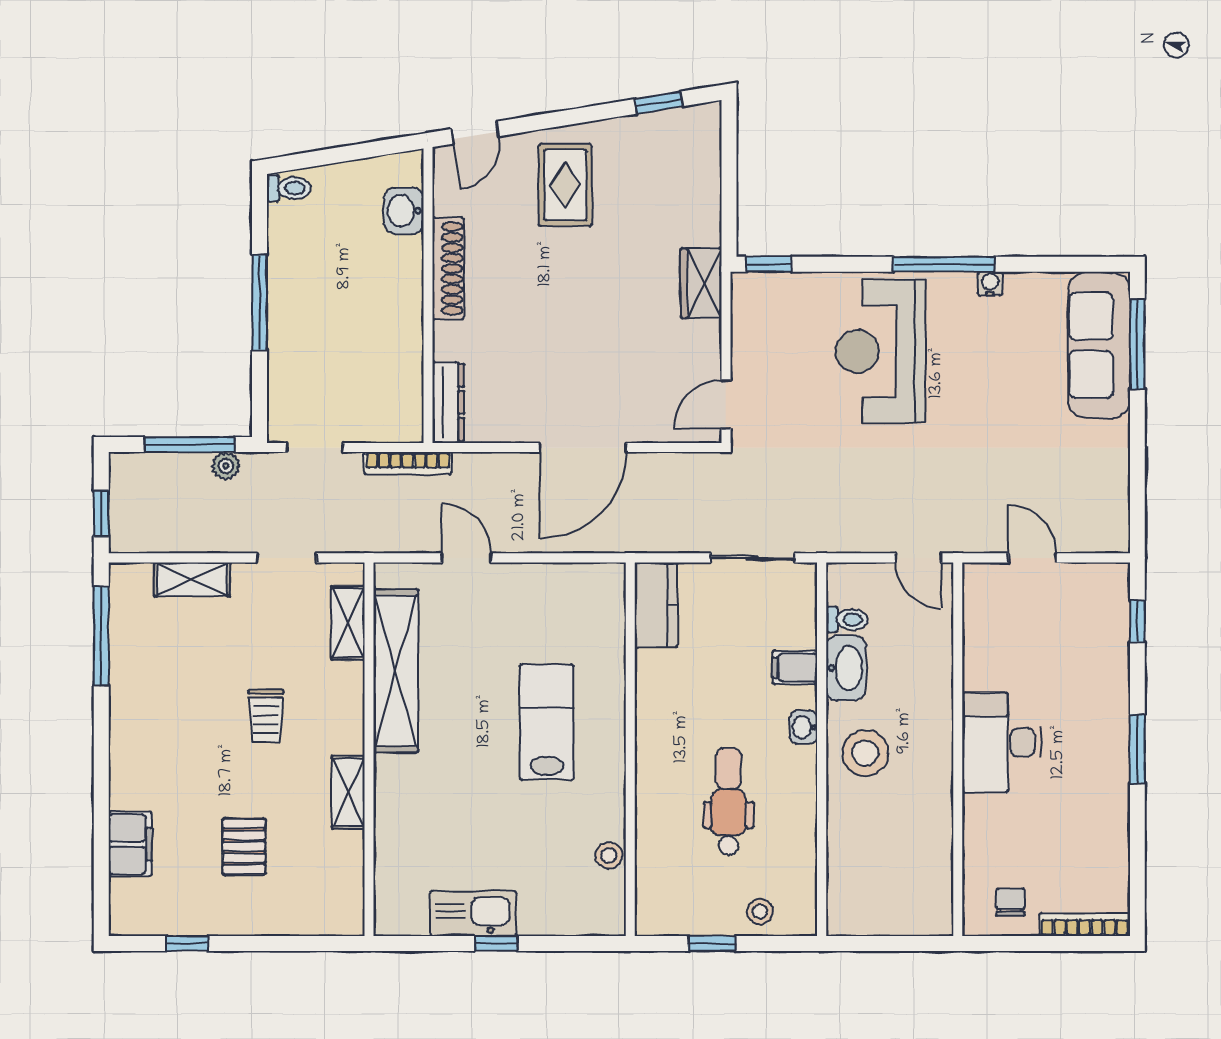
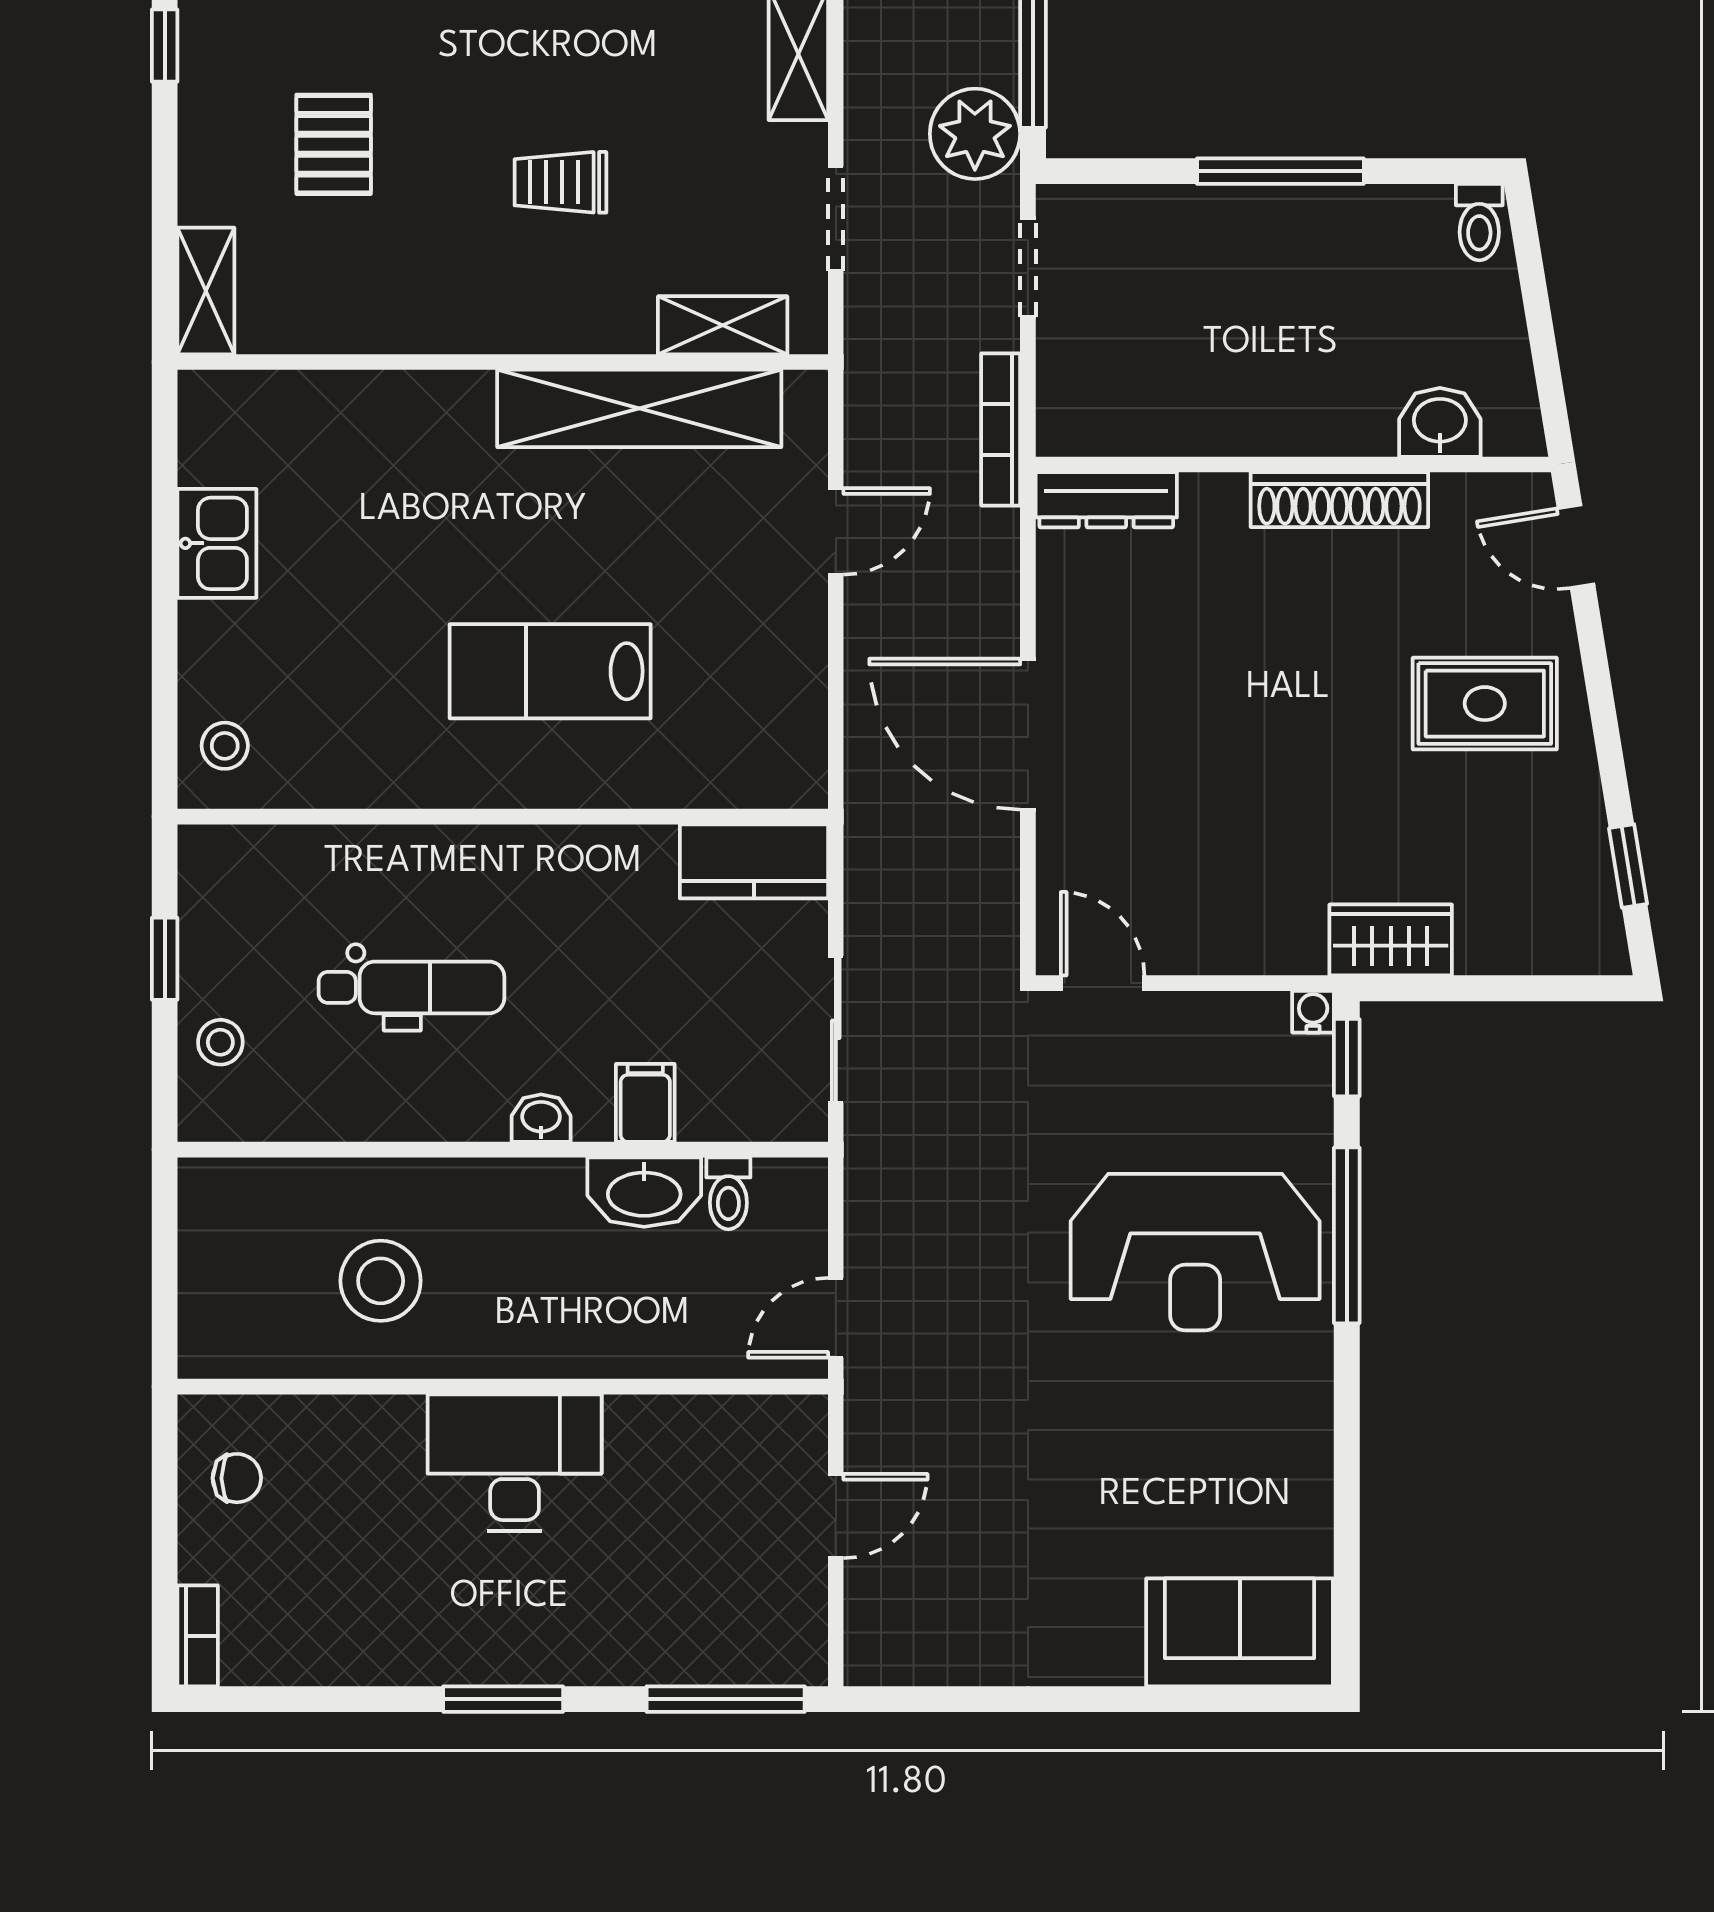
window: (944, 264) -> (1347, 1235), moved
wardrobe: (701, 283) -> (1391, 940), moved
water cooler: (990, 284) -> (1313, 1012), moved, turned -90
window: (1137, 344) -> (1208, 1699), removed
sofa: (1099, 345) -> (1240, 1632), width x0.73
reception desk: (881, 351) -> (1195, 1252), turned 180
plant: (226, 466) -> (975, 134), width x1.88, depth x1.88
window: (1137, 621) -> (726, 1699), width x2.17
lab bench: (547, 722) -> (550, 671), turned 180
stool: (865, 753) -> (381, 1281), moved
shelving: (348, 792) -> (206, 291), moved, turned 90
pallet: (244, 846) -> (334, 144), turned 90
stool: (609, 855) -> (225, 746), moved
kitchen sink: (473, 913) -> (217, 543), width x0.73
bookcase: (1085, 925) -> (198, 1636), width x0.64
window: (496, 944) -> (165, 583), removed

